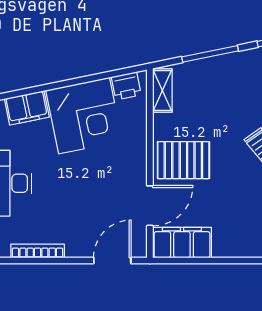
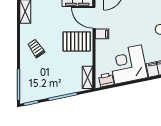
filing cabinet: (134, 174) -> (102, 34), added
door: (150, 206) -> (94, 18), hinge flipped

